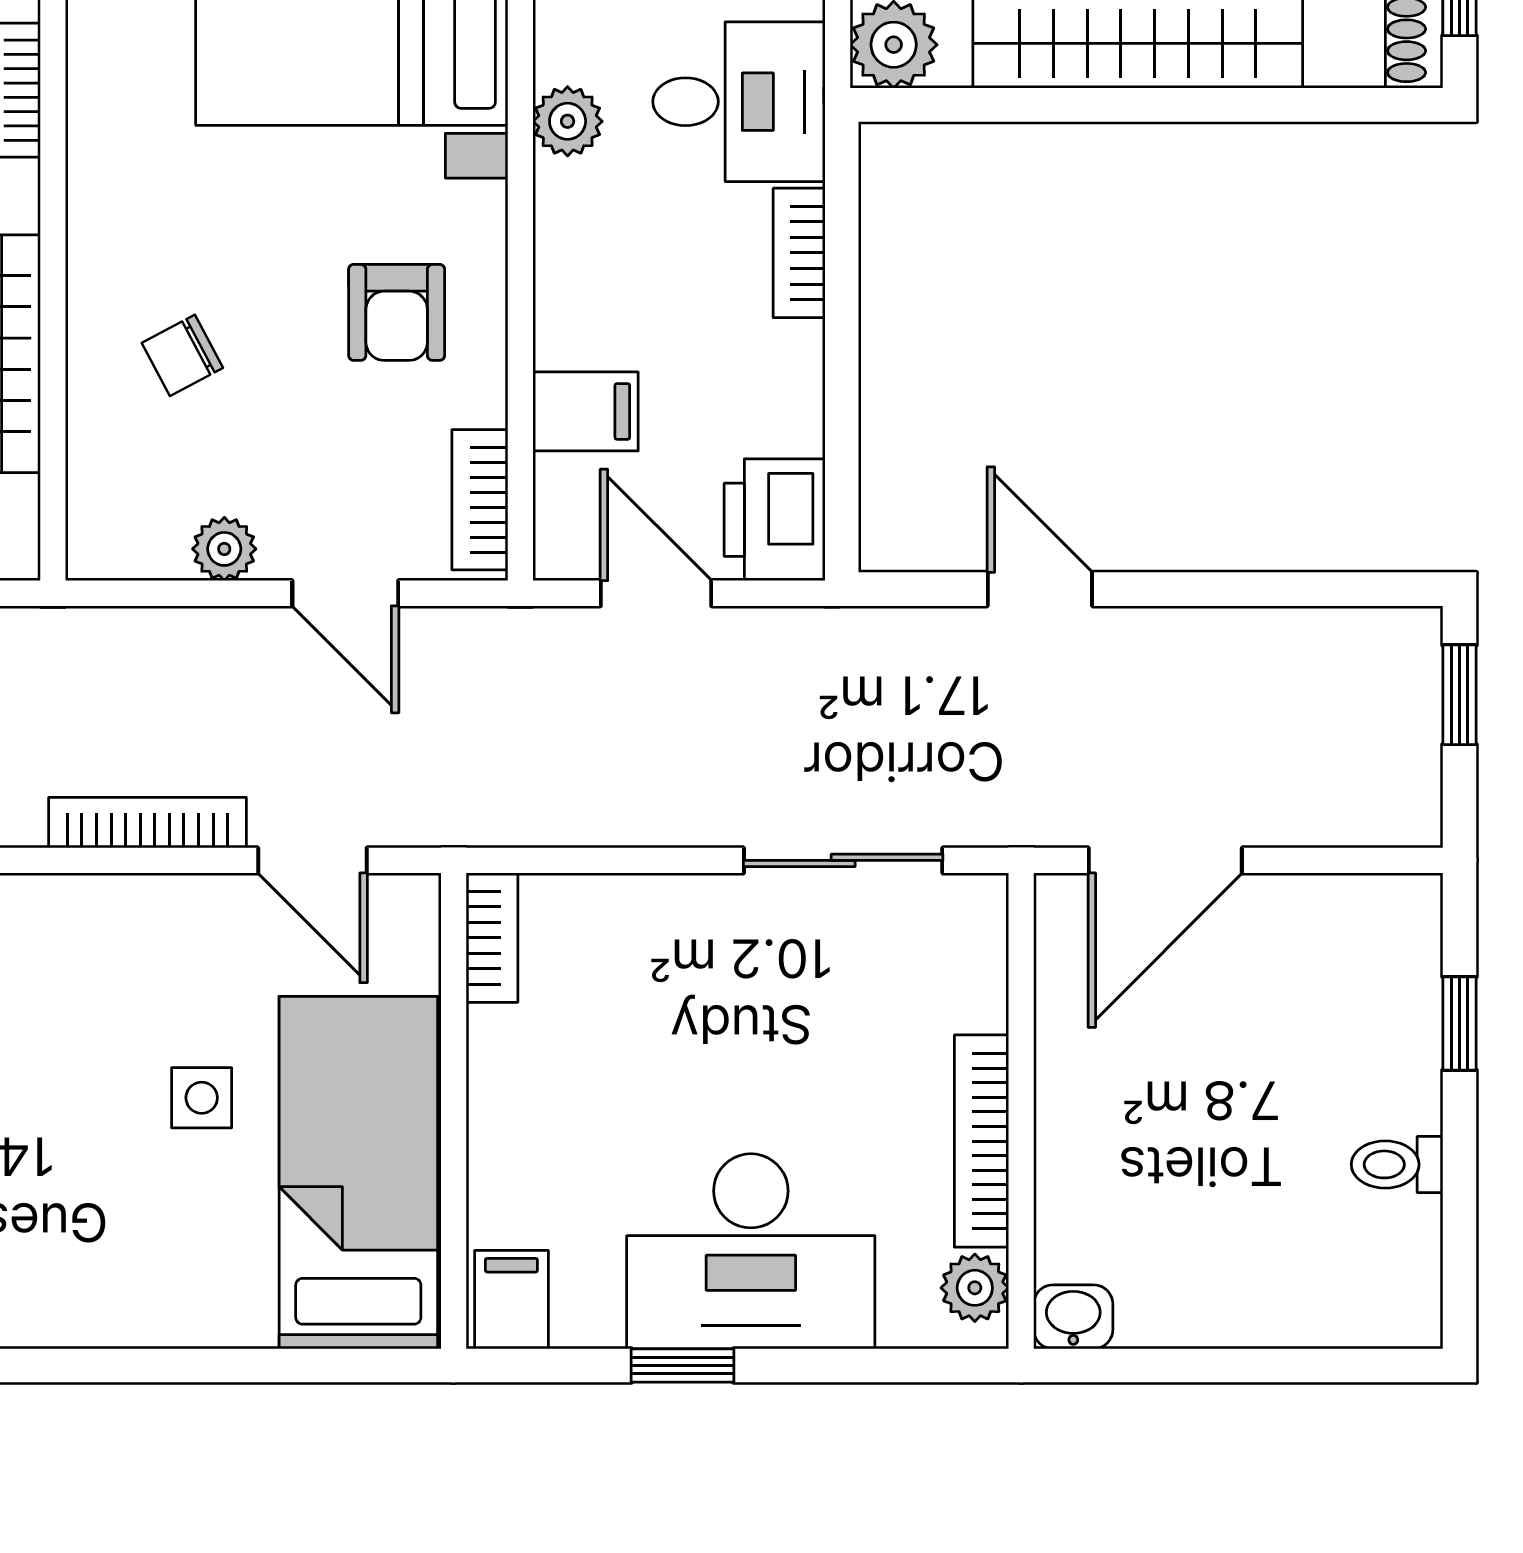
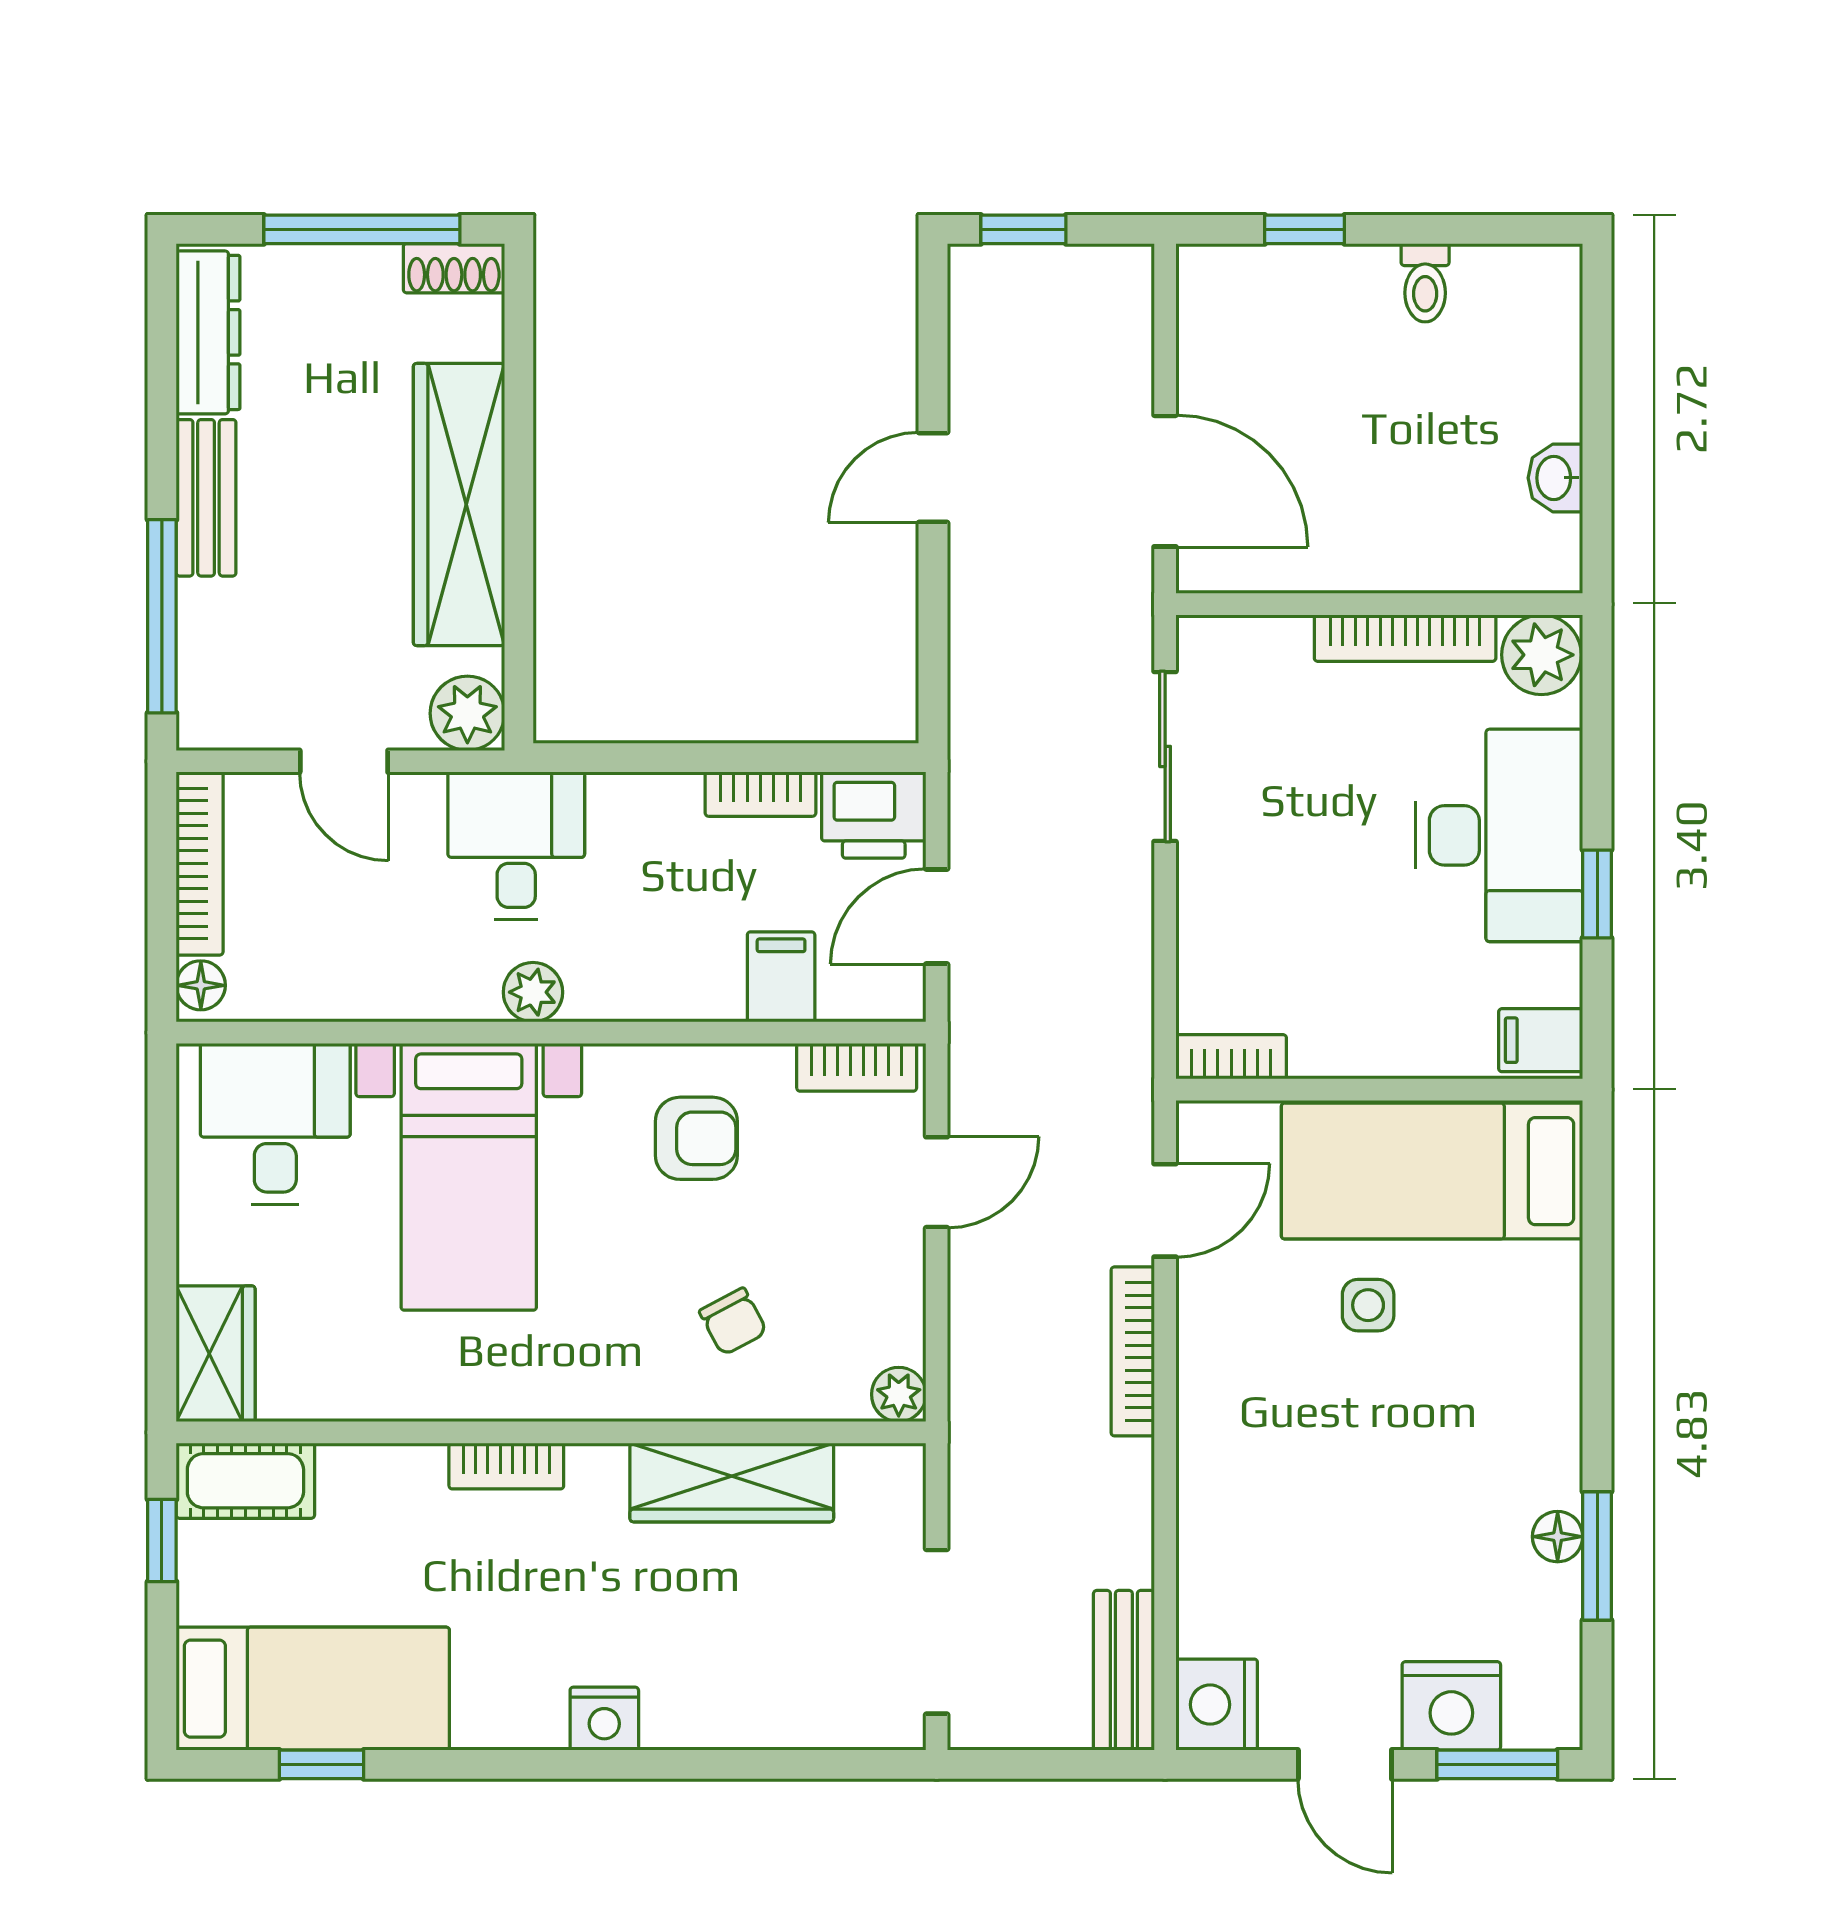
bookcase: (799, 253) -> (760, 794), moved
plant: (224, 549) -> (899, 1394), moved
door: (1040, 589) -> (933, 478), moved
plant: (975, 1288) -> (1541, 655), width x1.38, depth x1.38
washbasin: (1073, 1317) -> (1555, 478), moved

